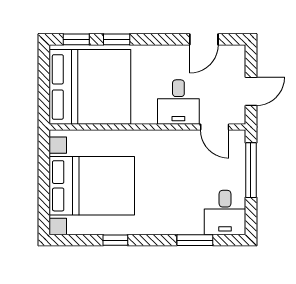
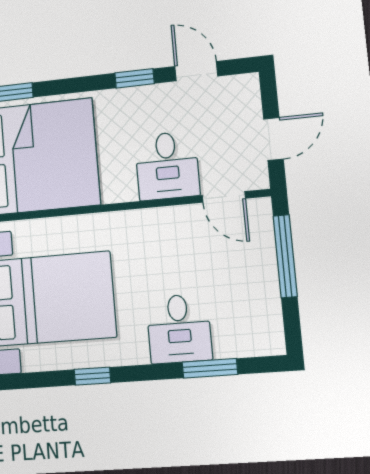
window: (117, 39) -> (134, 78), moved
door: (204, 39) -> (196, 71), swing flipped
desk: (225, 212) -> (179, 329), moved

